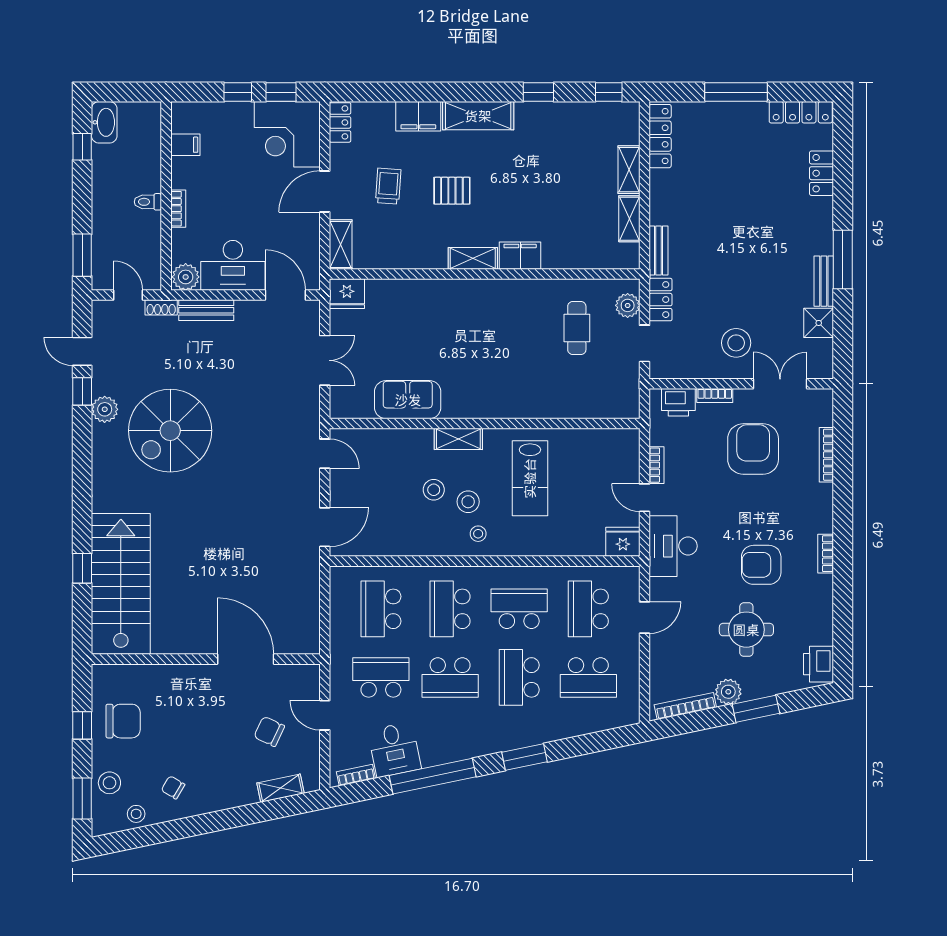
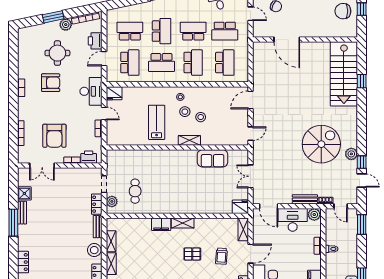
stool: (736, 343) -> (94, 250), moved
door: (325, 454) -> (251, 134), swing flipped
printer: (819, 664) -> (95, 41), moved, turned 180

